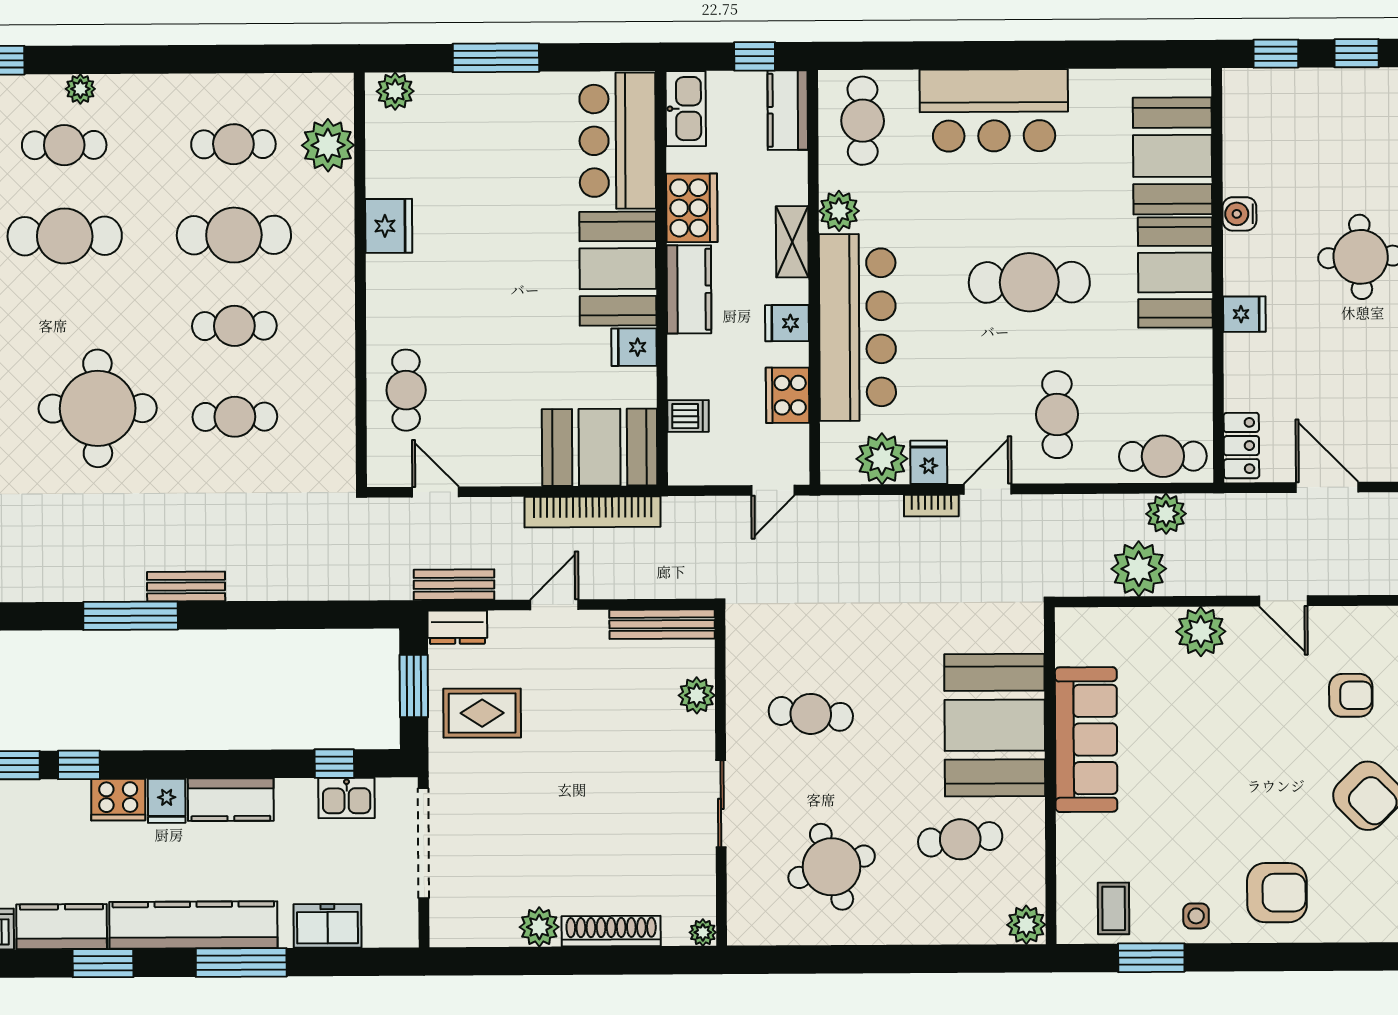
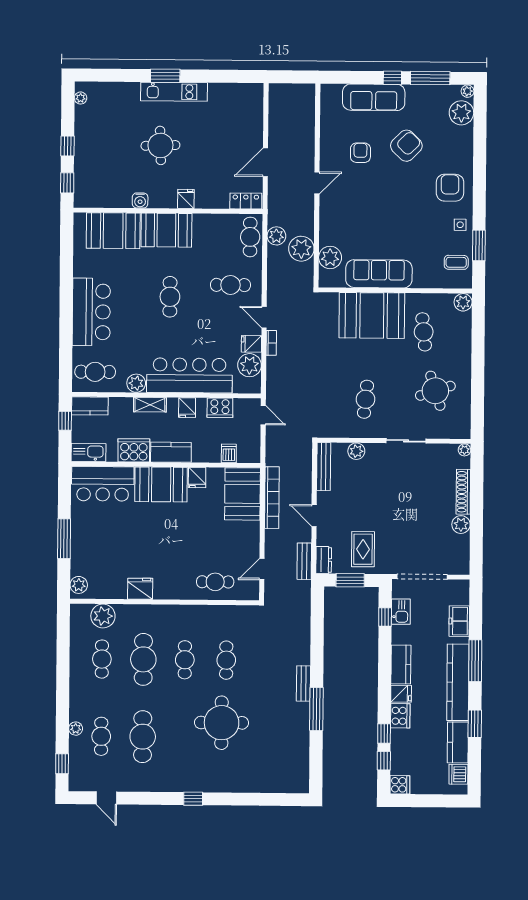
cafe table: (1029, 282) -> (170, 297), width x0.73, depth x0.74
plant: (1201, 632) -> (330, 257), moved

